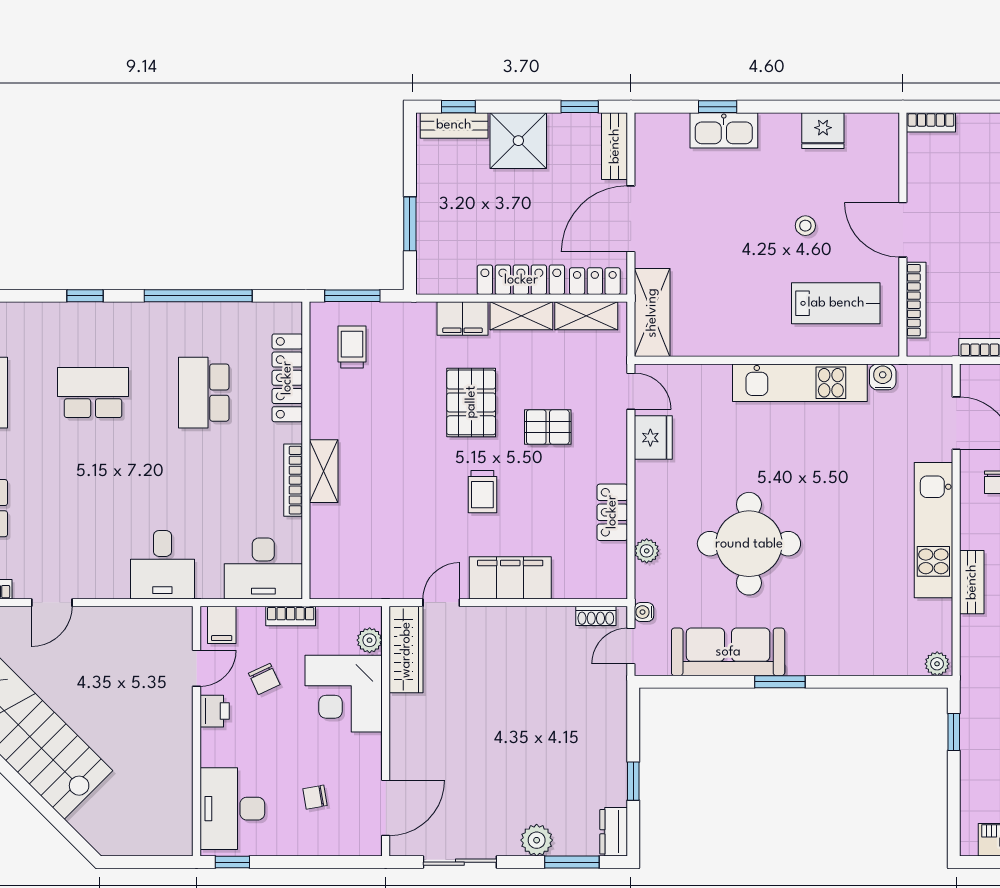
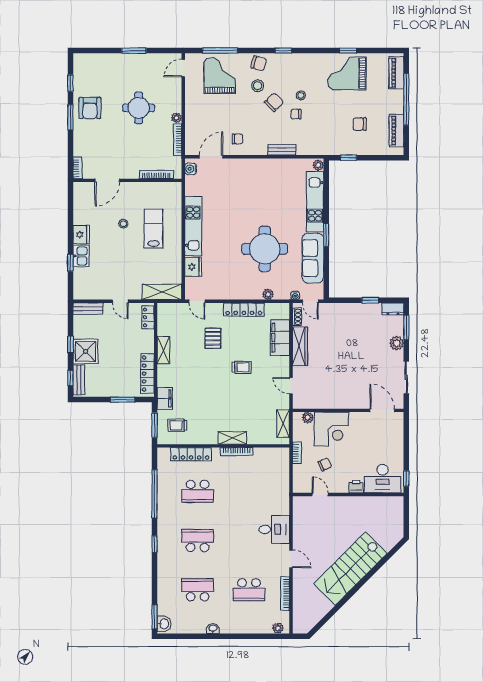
window: (580, 107) -> (70, 344), moved
kitchen sink: (724, 130) -> (81, 256), width x0.73
fridge: (823, 131) -> (81, 235), moved
door: (631, 219) -> (120, 301), width x0.53
door: (903, 230) -> (107, 180), moved
locker: (521, 280) -> (147, 374), moved
lab bench: (836, 303) -> (153, 229), moved
shelving: (586, 316) -> (283, 424), moved
filing cabinet: (462, 319) -> (165, 398), moved
water cooler: (883, 377) -> (191, 169), moved
door: (631, 391) -> (197, 301), swing flipped
school desk: (93, 393) -> (198, 541), turned 90
pallet: (471, 402) -> (202, 372), removed
fridge: (653, 438) -> (193, 267), moved, turned 90
locker: (612, 512) -> (244, 310), width x1.53
kitchen unit: (933, 530) -> (315, 202), moved, turned 90
desk: (162, 565) -> (274, 529), moved
desk: (263, 568) -> (276, 465), removed
filing cabinet: (510, 578) -> (280, 338), moved
filing cabinet: (222, 625) -> (301, 483), removed
wardrobe: (406, 650) -> (300, 346), moved, turned 90
printer: (215, 711) -> (356, 486), moved
chair: (315, 797) -> (377, 442), removed

